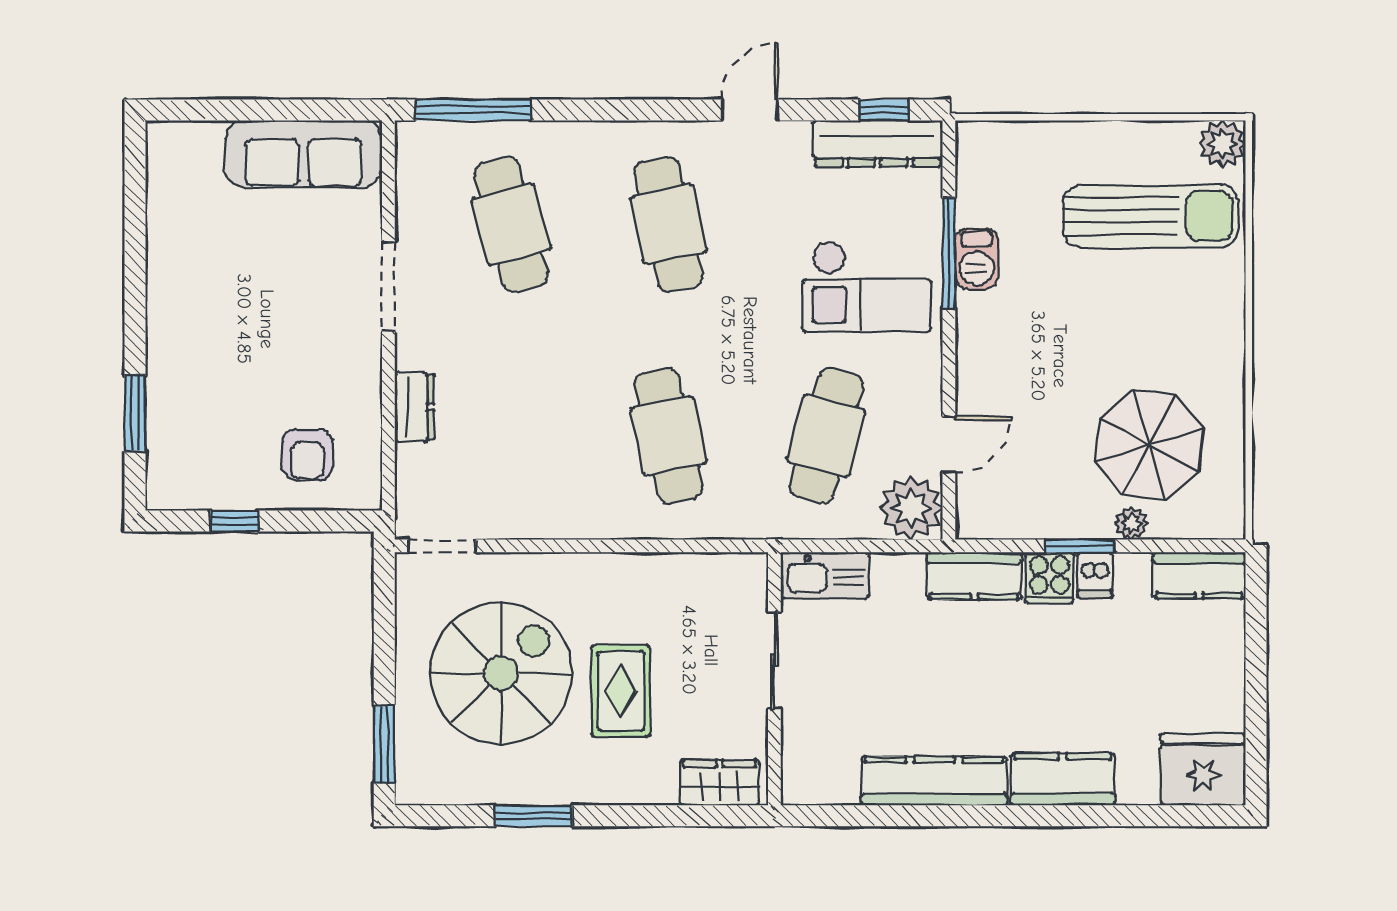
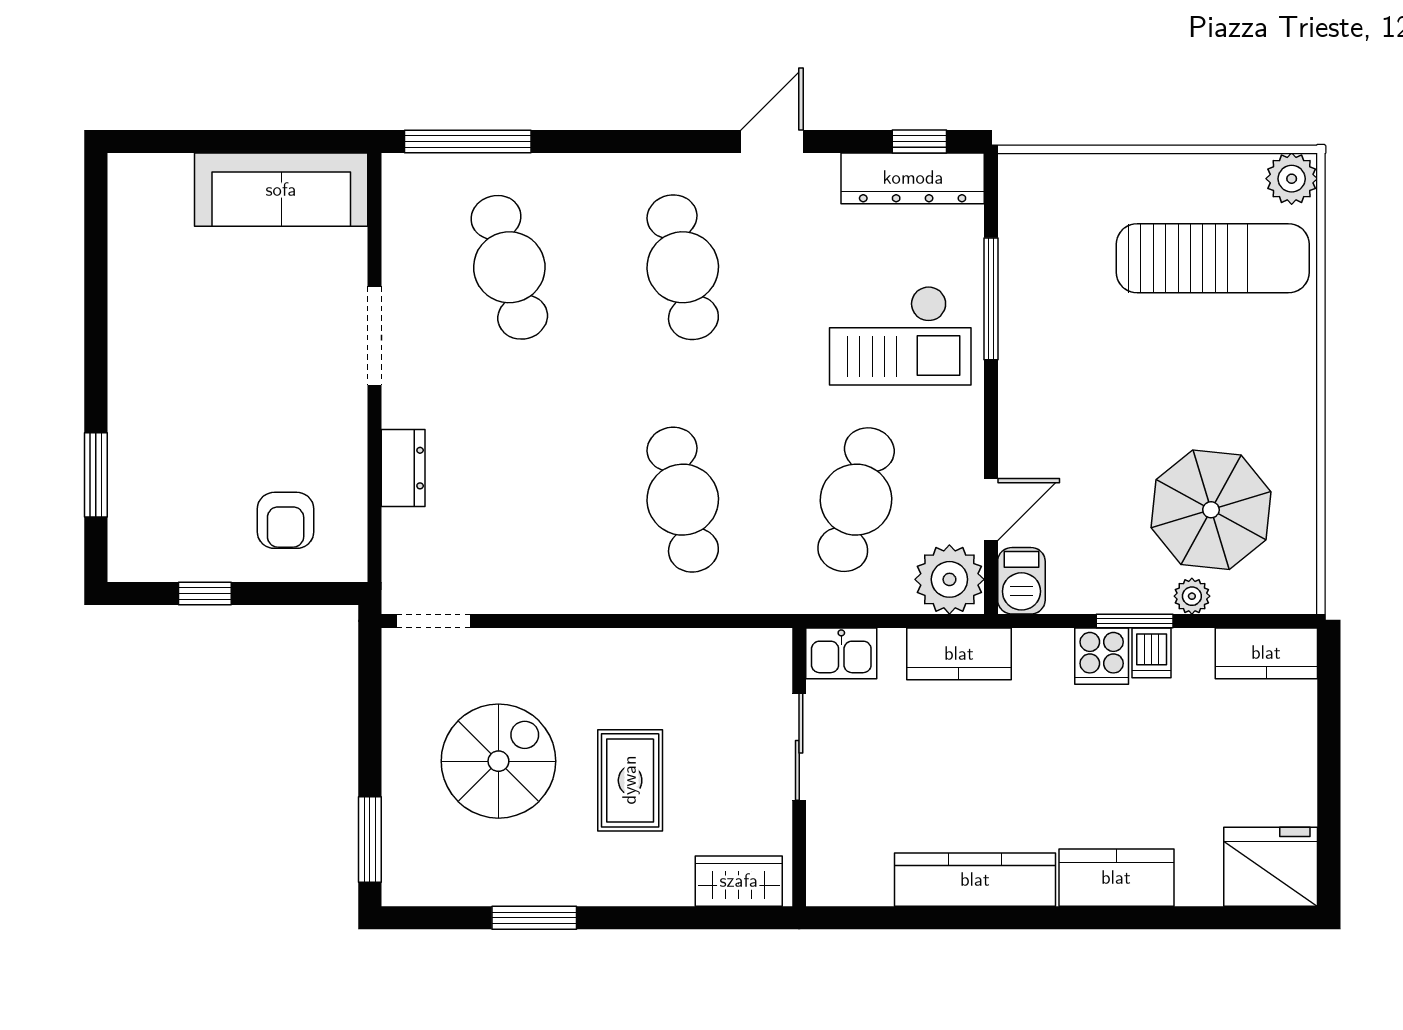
barbecue: (977, 259) -> (1021, 581), moved
kitchen sink: (825, 575) -> (841, 653), width x0.73
kitchen counter: (974, 576) -> (959, 654), moved
spiral stairs: (501, 673) -> (498, 761), width x0.73, depth x0.73

